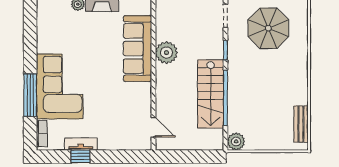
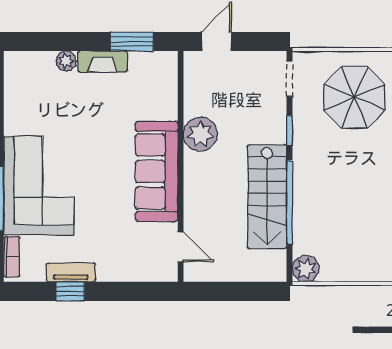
sofa: (138, 49) -> (157, 171), moved

